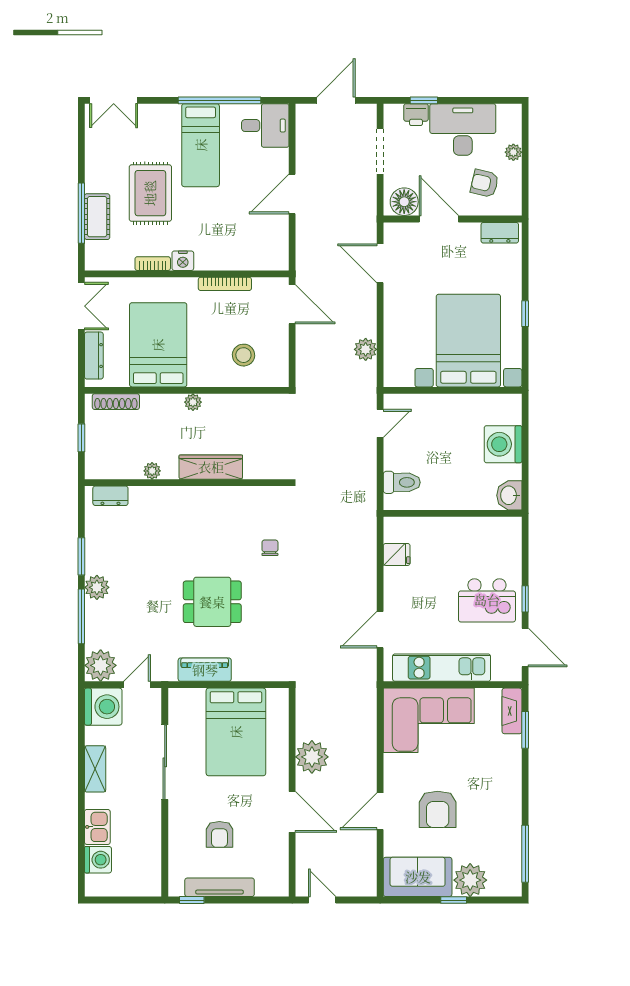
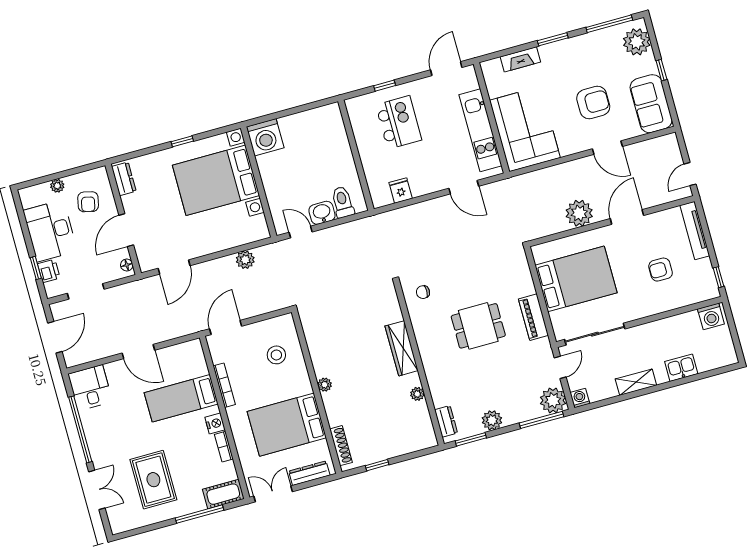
double door: (114, 100) -> (97, 490), moved
door: (336, 100) -> (55, 337), swing flipped
bed: (201, 145) -> (181, 398), moved, turned 180
rug: (150, 193) -> (153, 480), moved, turned 90
floor lamp: (404, 202) -> (127, 265), width x0.53, depth x0.53
cot: (97, 217) -> (223, 494), moved
washing machine: (503, 444) -> (265, 137), moved
wardrobe: (211, 467) -> (402, 348), moved
plant: (152, 471) -> (417, 394), moved
wall: (187, 483) -> (419, 364), moved
washbasin: (509, 495) -> (322, 213), moved, turned 180
dresser: (110, 496) -> (446, 421), moved
window: (525, 599) -> (385, 86), moved
kitchen island: (487, 600) -> (399, 122), moved
dining table: (212, 602) -> (478, 326), turned 90
window: (81, 616) -> (541, 420), moved
door: (137, 685) -> (560, 367), swing flipped
washing machine: (103, 707) -> (580, 398), width x0.53, depth x0.53
fireplace: (512, 711) -> (520, 59), moved
window: (525, 730) -> (553, 39), moved
sliding door: (165, 762) -> (595, 334), moved
armchair: (219, 834) -> (661, 270), turned 180
washing machine: (98, 860) -> (711, 316), moved, turned 180
plant: (470, 880) -> (637, 42), moved
tv unit: (220, 887) -> (695, 231), moved

